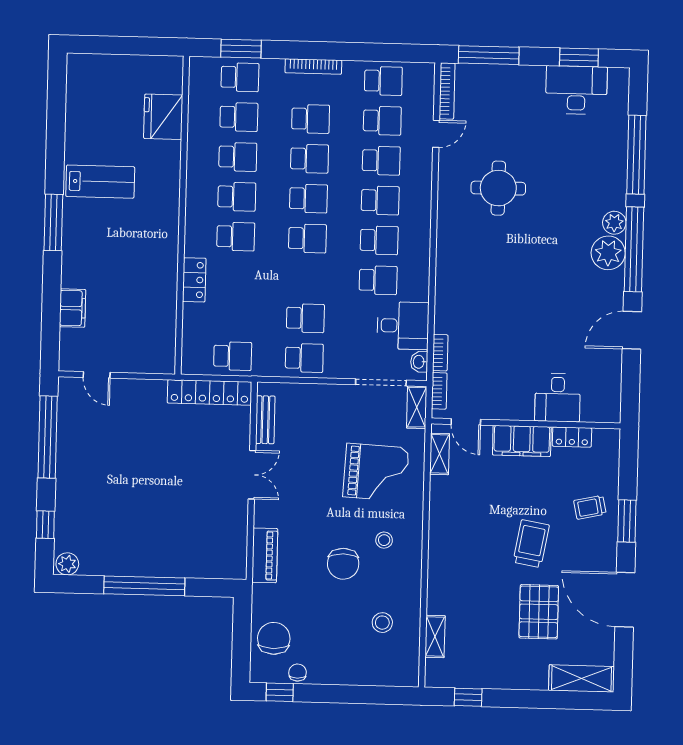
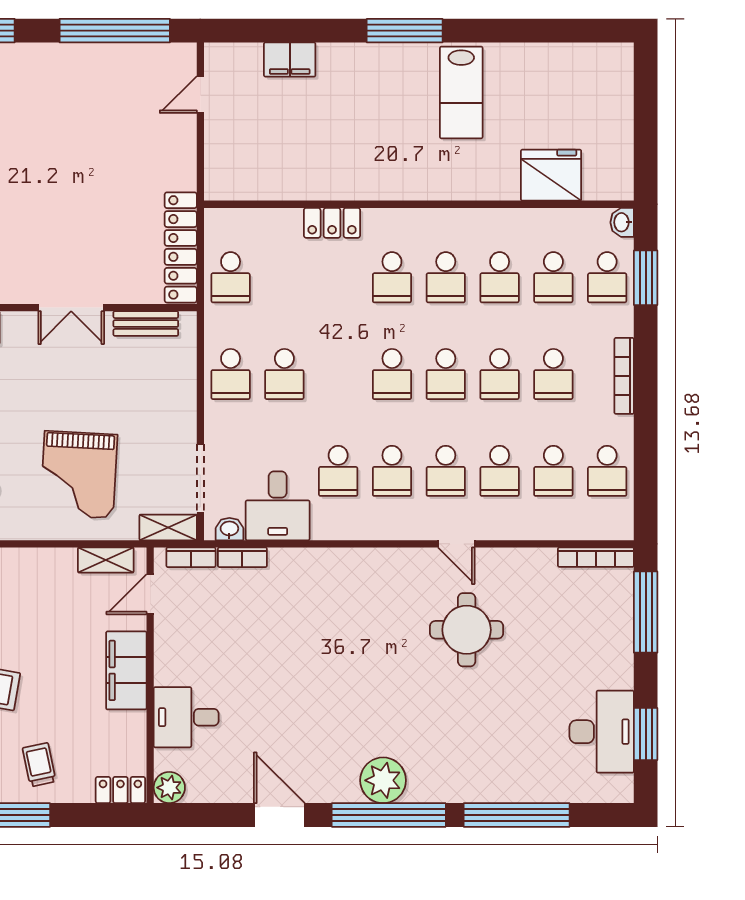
washbasin: (199, 65) -> (622, 222), added
door: (436, 134) -> (456, 544), moved
plant: (614, 223) -> (169, 788), moved
locker: (572, 437) -> (120, 790), moved, turned 90

